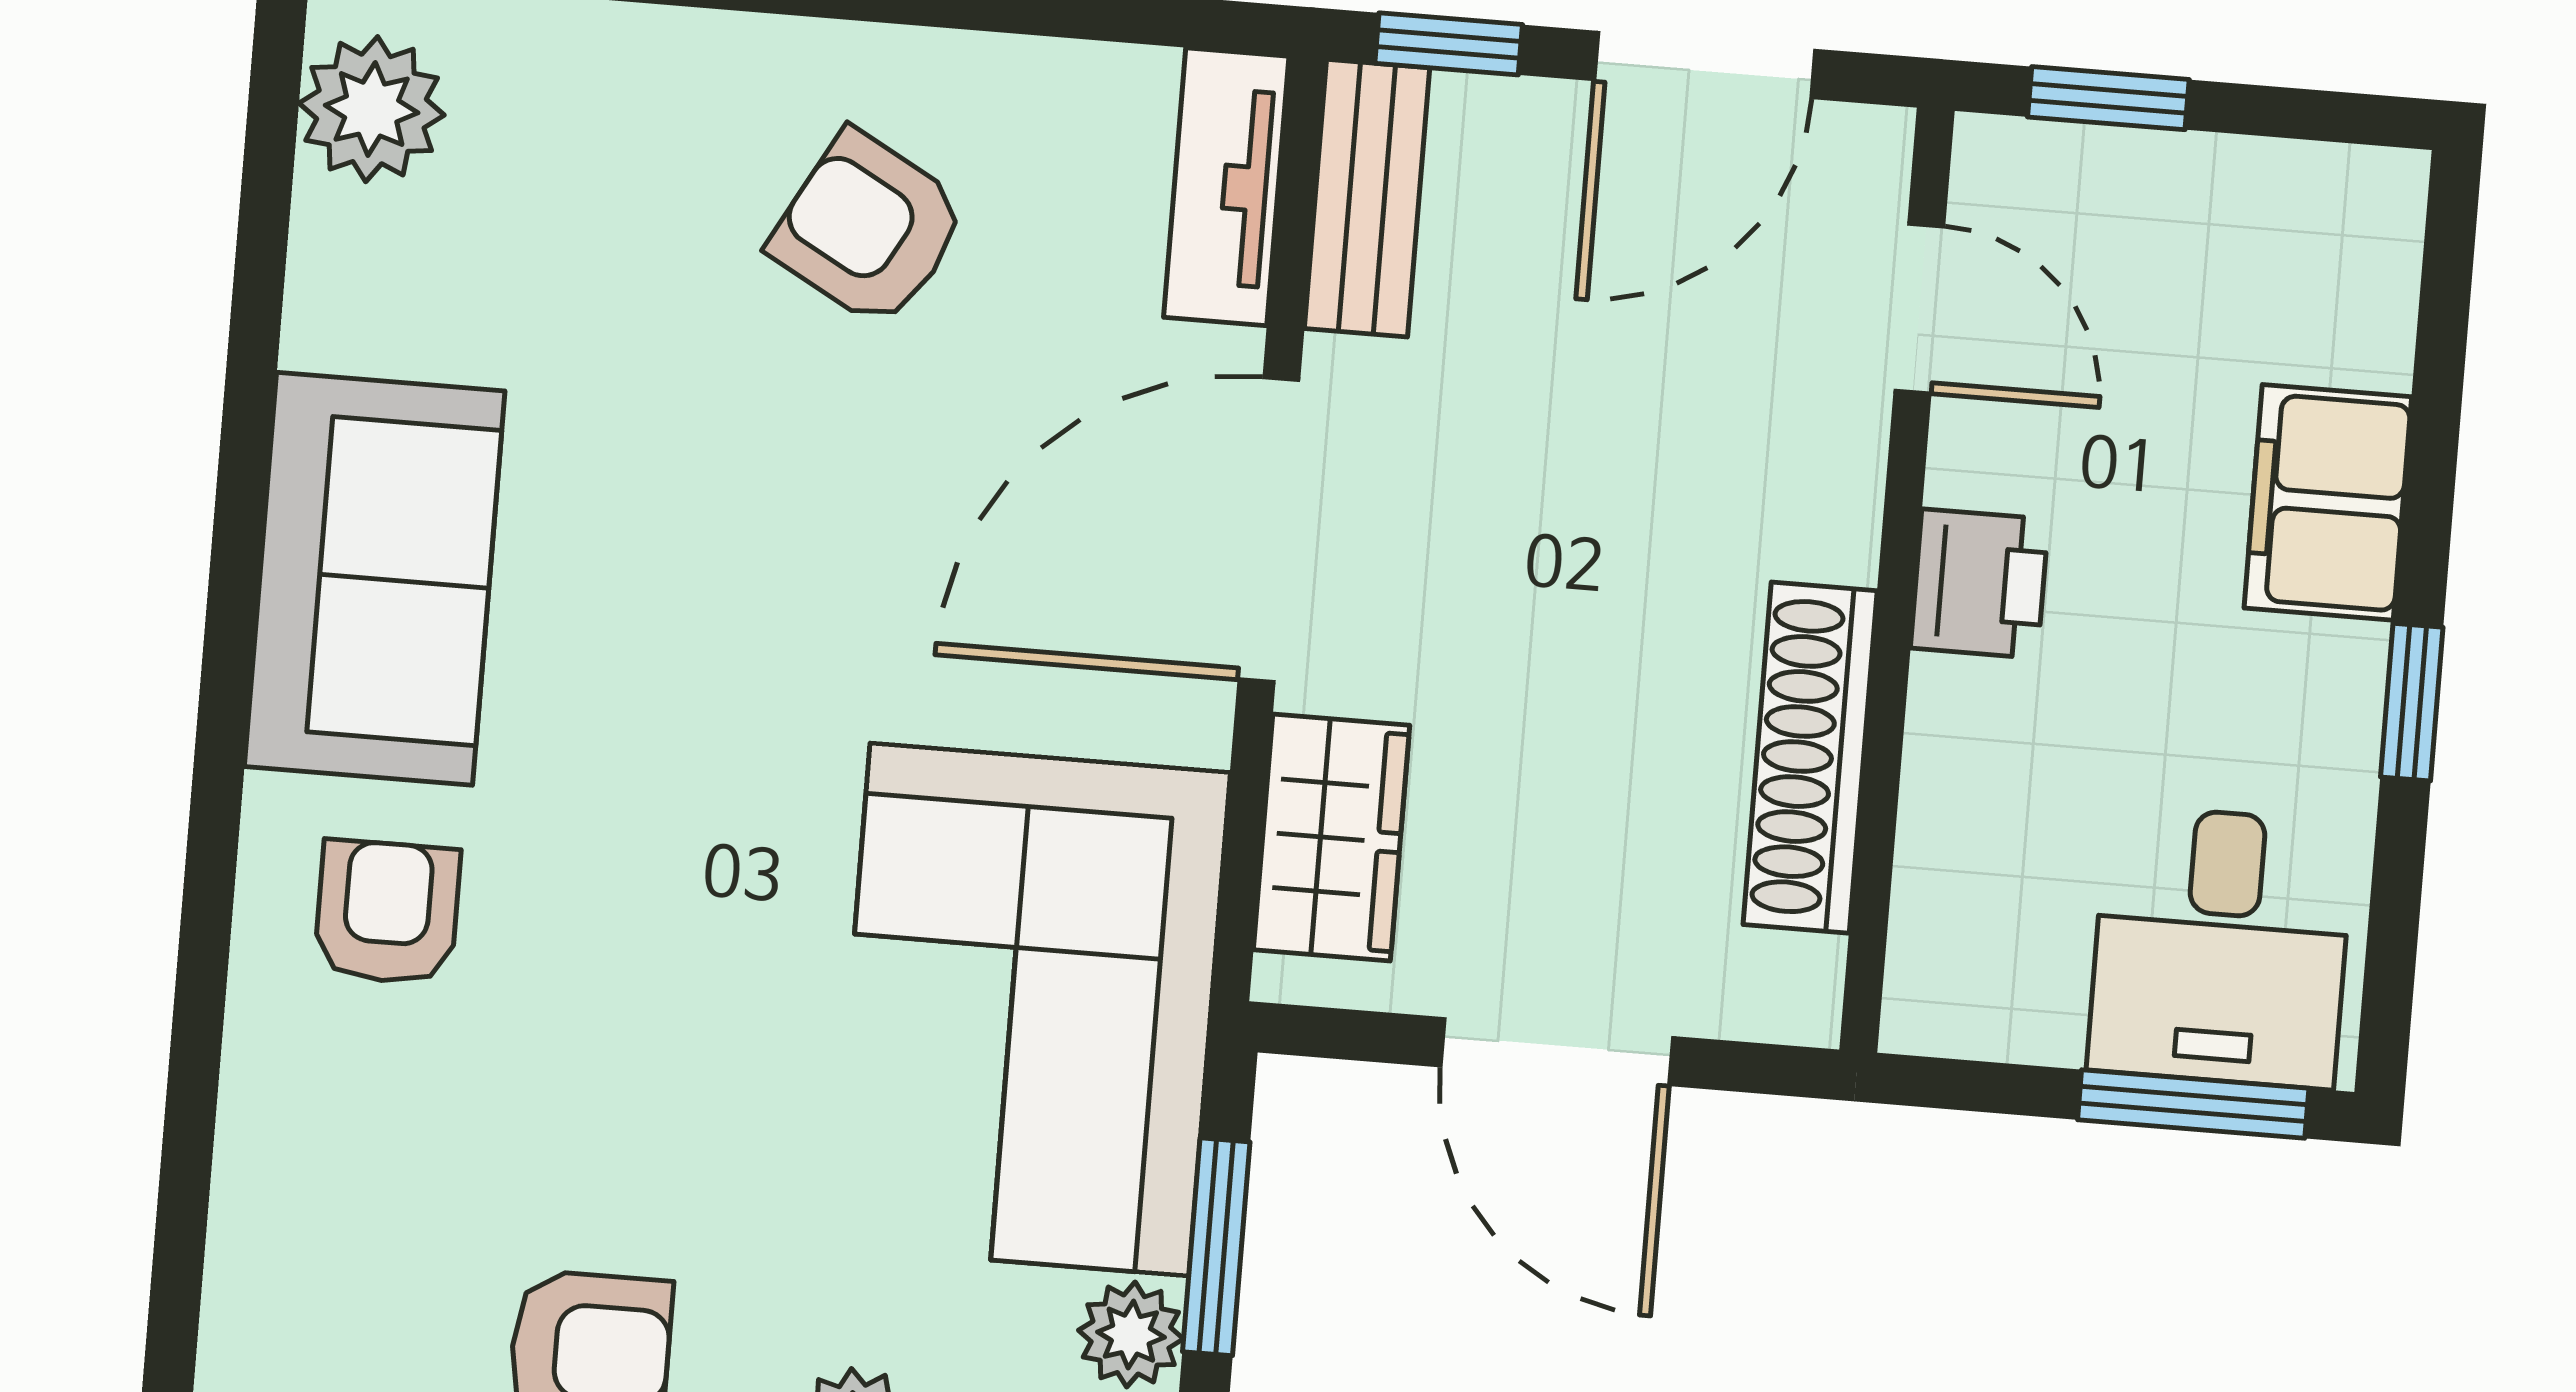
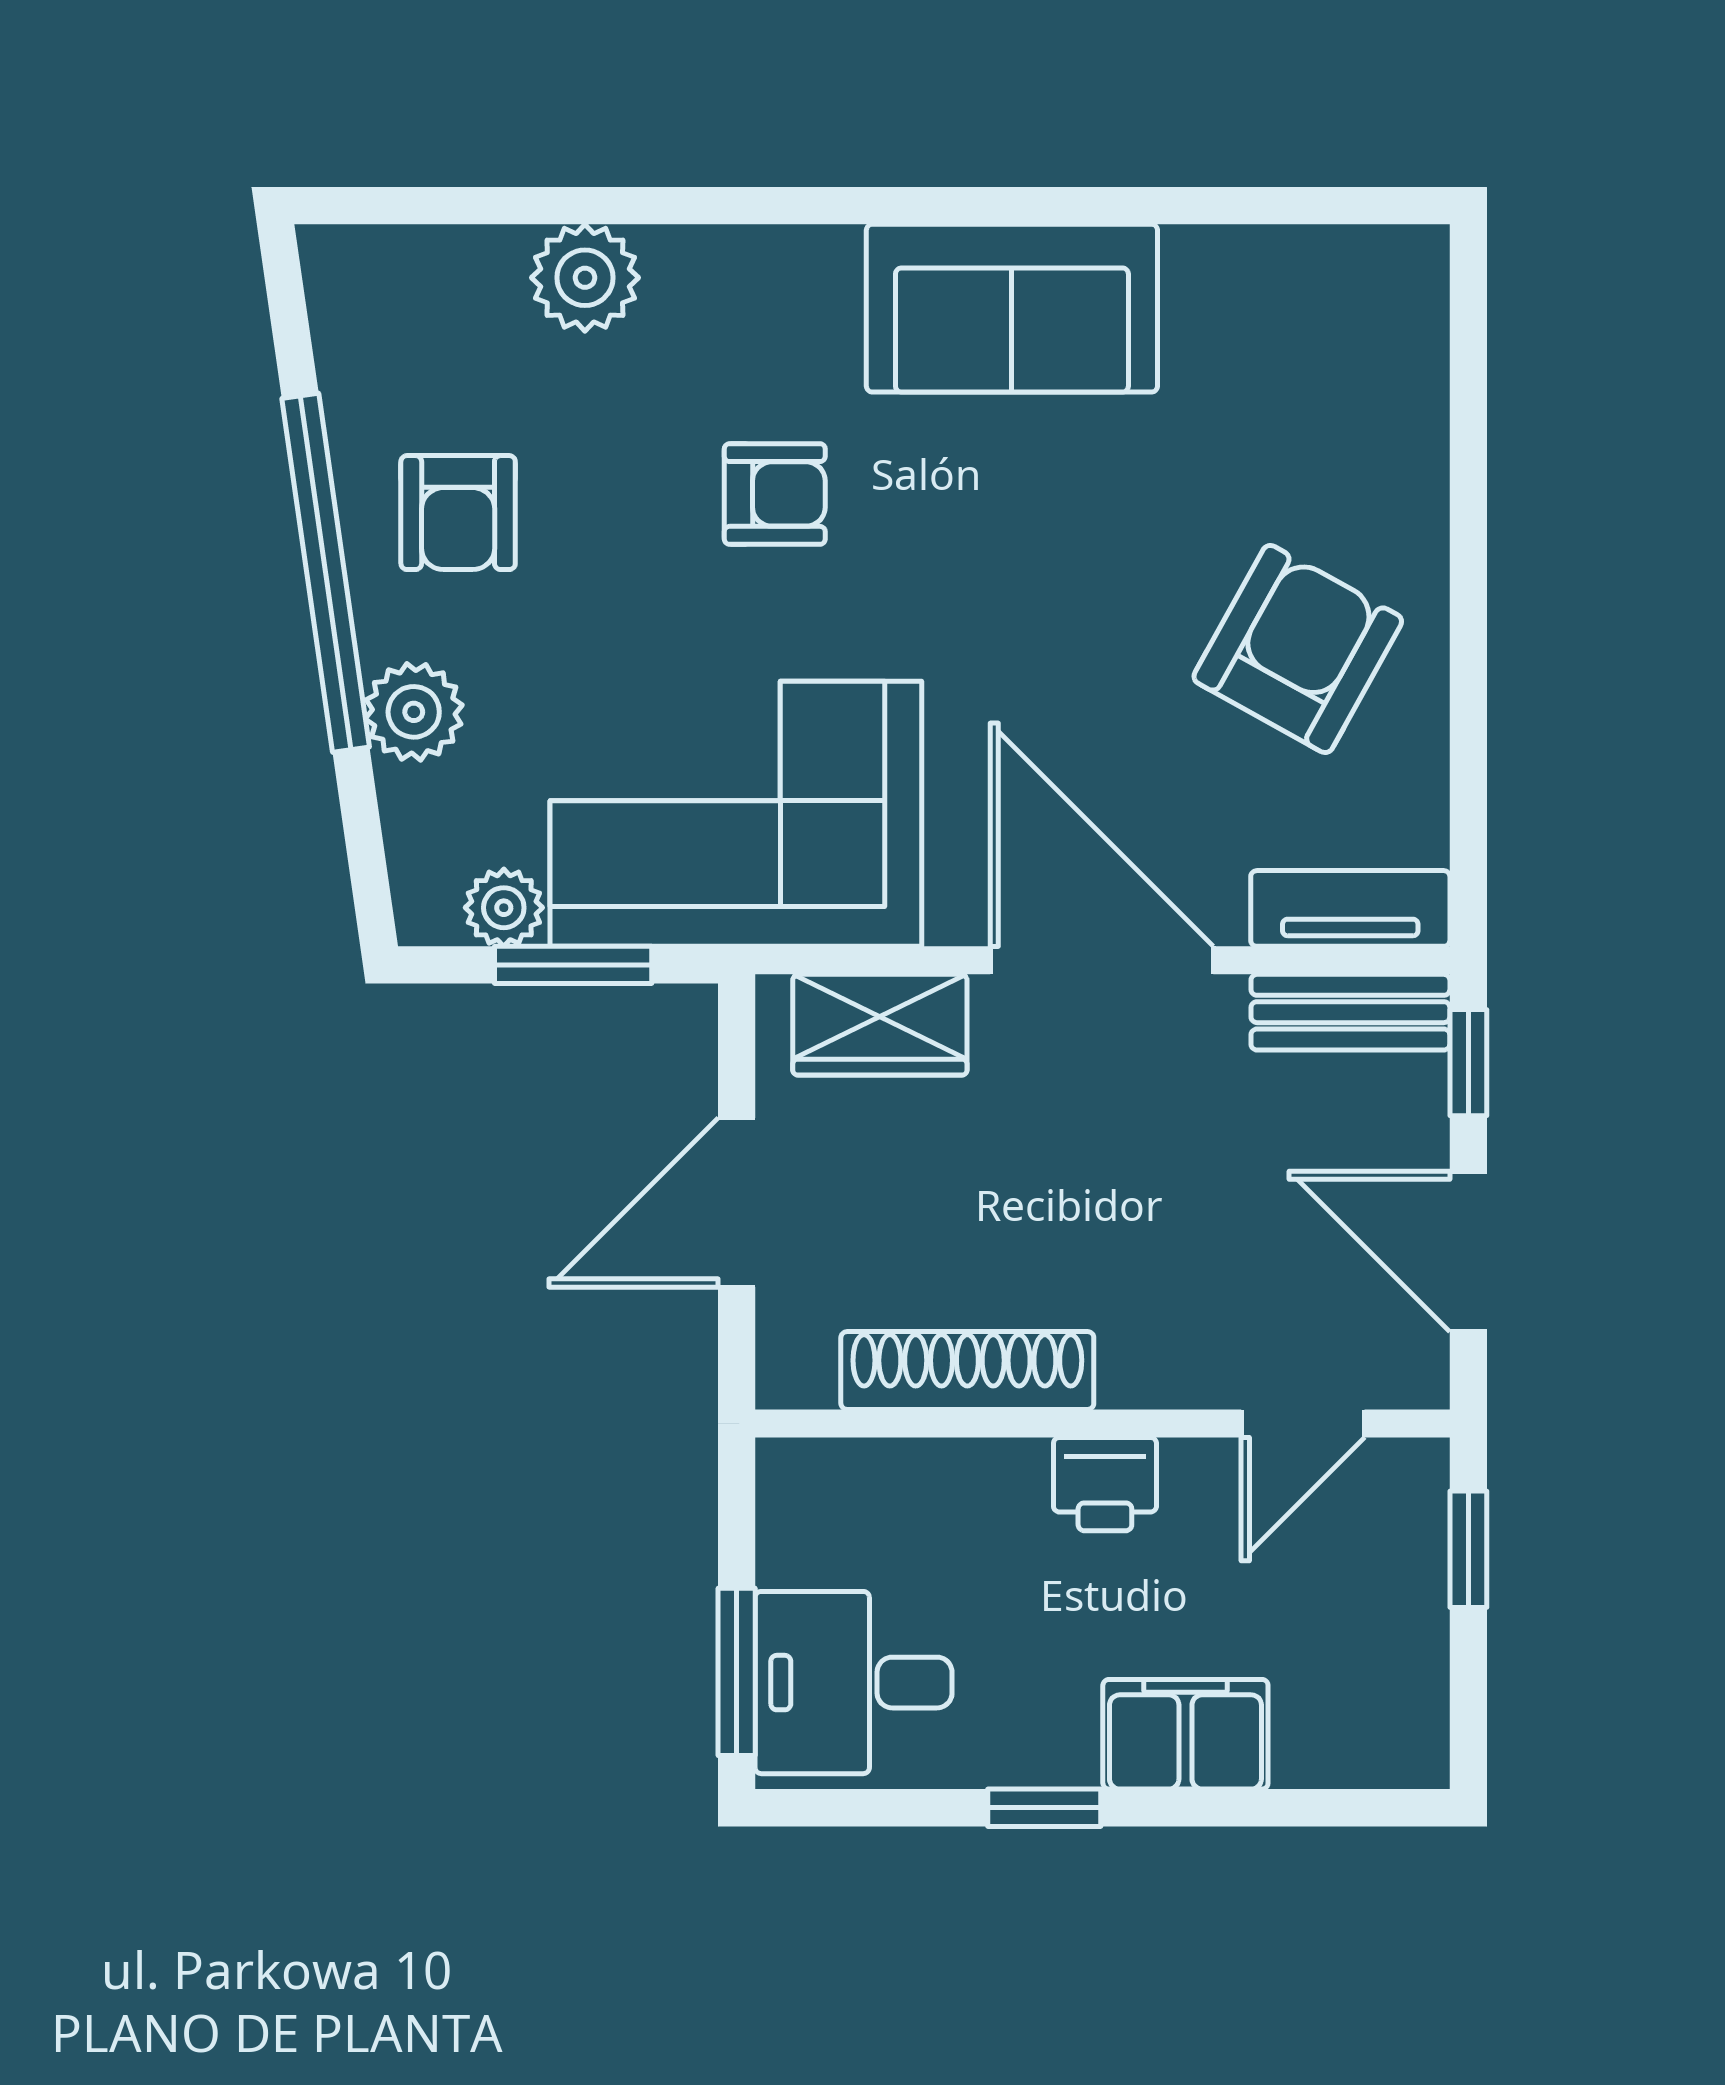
plant: (372, 109) -> (585, 278), moved
armchair: (869, 229) -> (1298, 649), width x1.38, depth x1.38
armchair: (387, 912) -> (775, 494), moved

